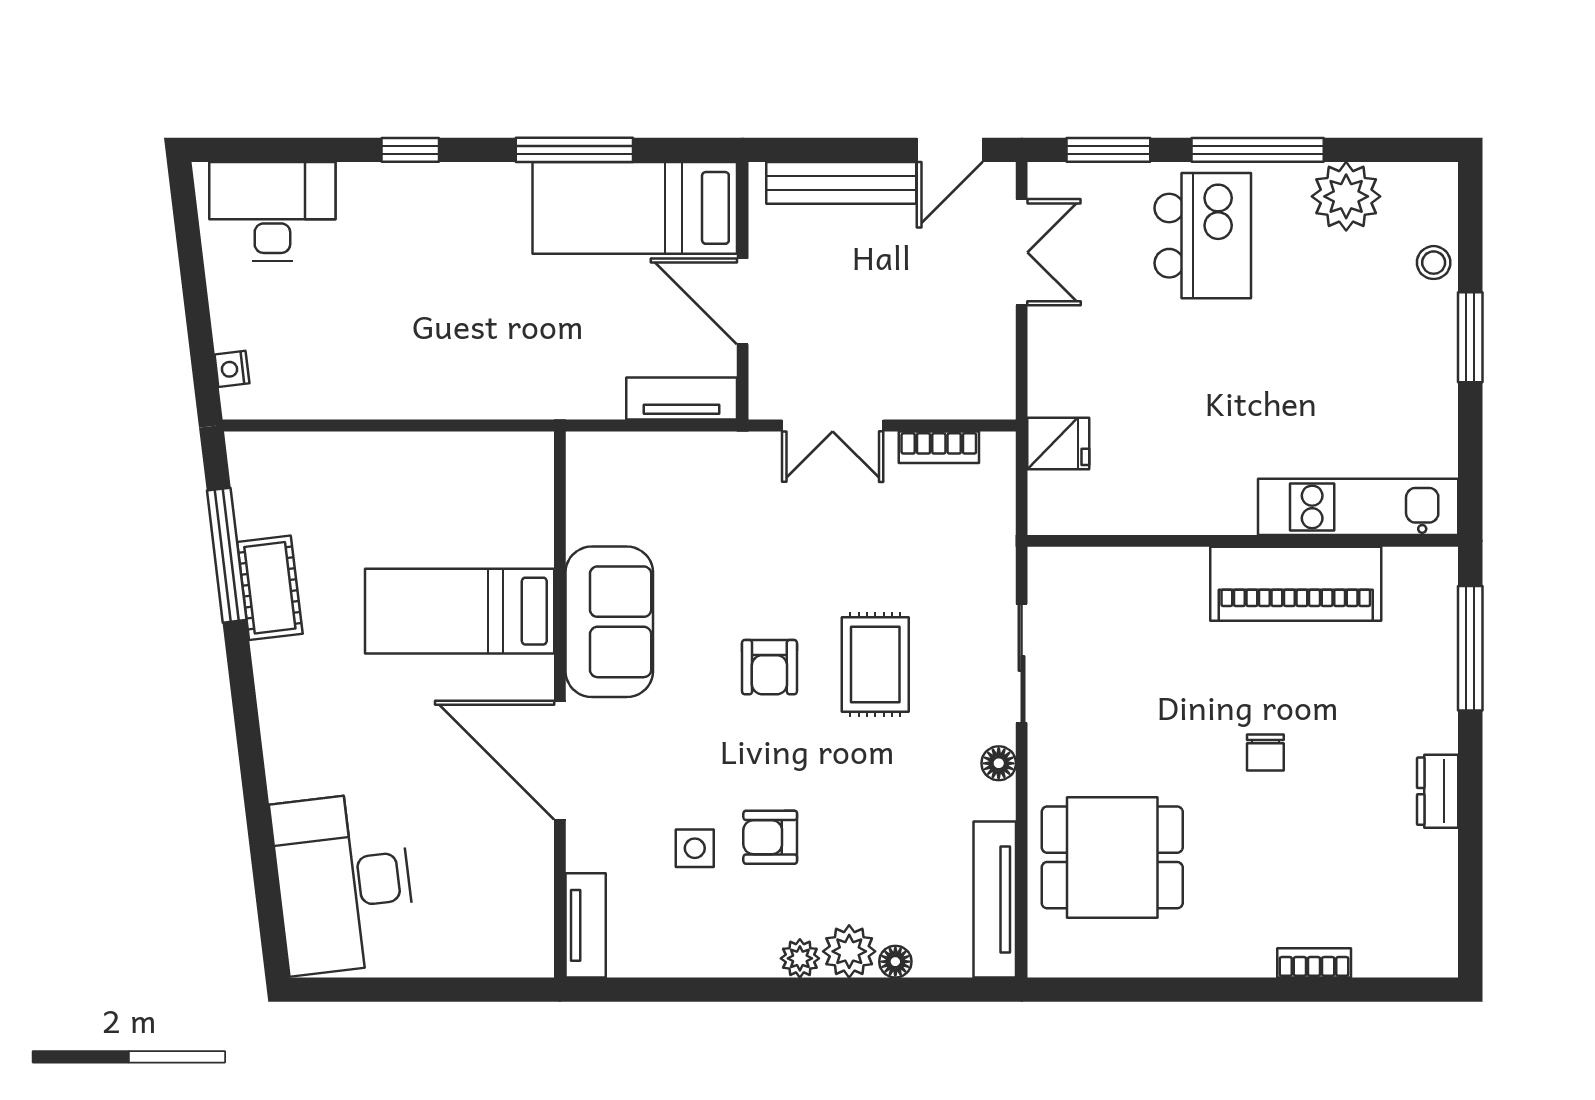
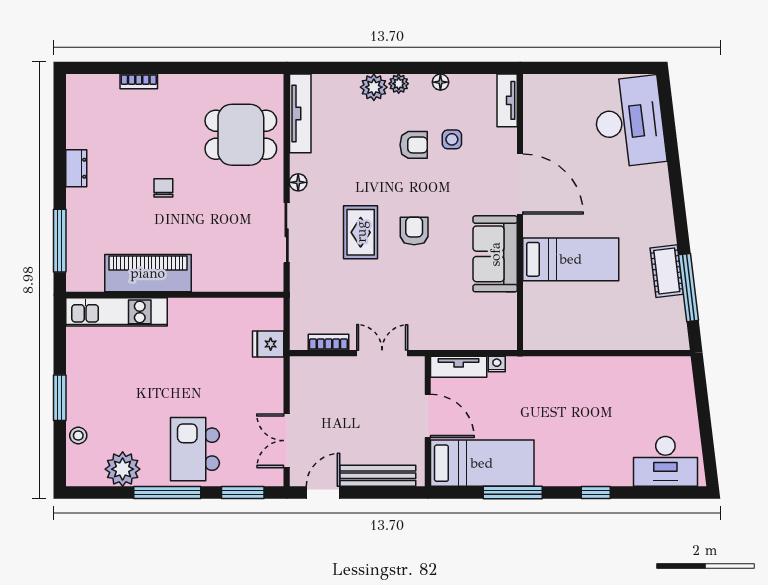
nightstand: (232, 369) -> (497, 364), moved, turned -83
floor lamp: (895, 962) -> (440, 82), moved

